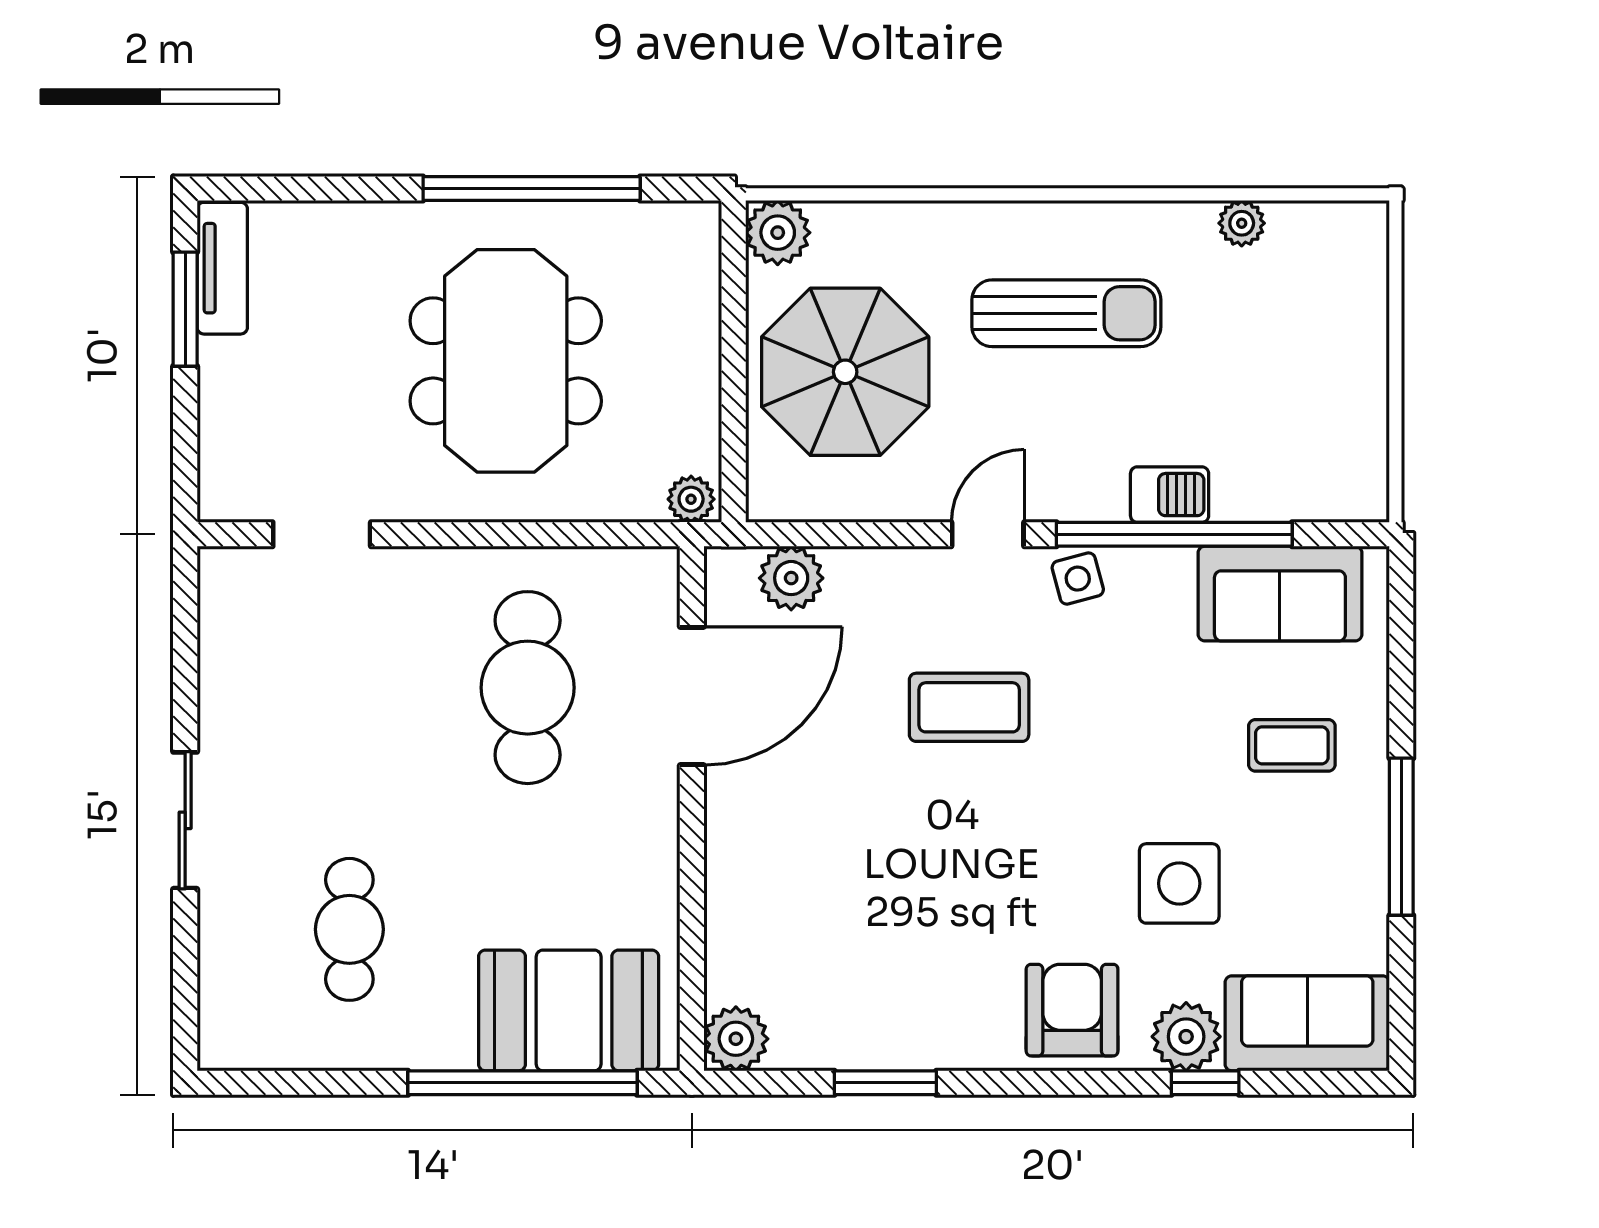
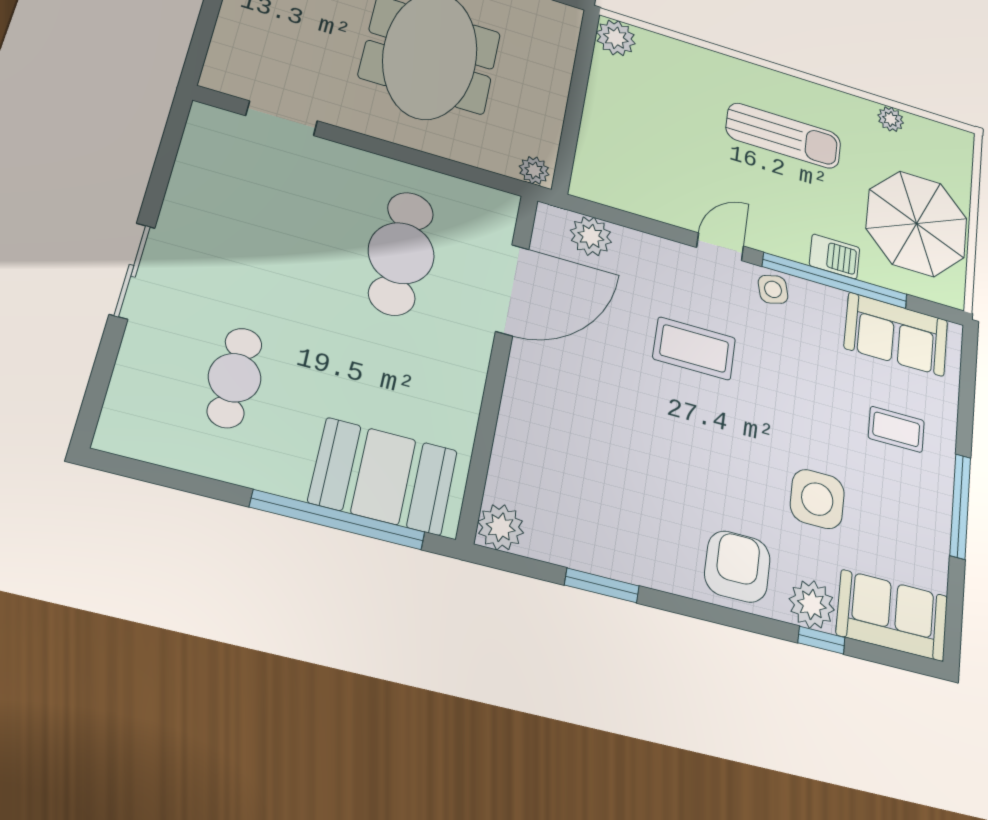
parasol: (845, 372) -> (917, 223), moved

